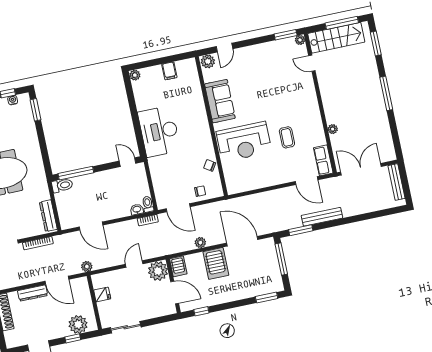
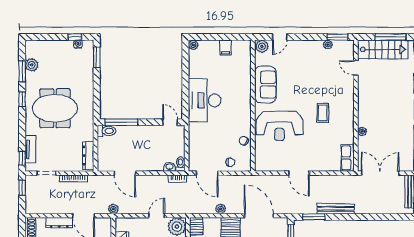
plant: (300, 40) -> (328, 45), moved
coffee table: (287, 137) -> (323, 113), moved
door: (307, 181) -> (299, 173), moved

